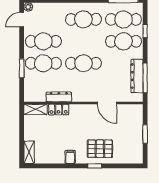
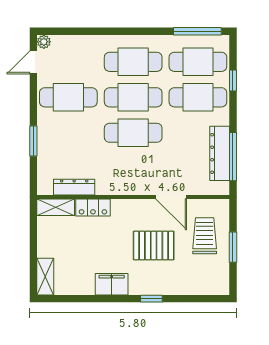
cafe table: (43, 63) -> (133, 97), moved
dresser: (59, 97) -> (74, 187), moved
trolley: (128, 127) -> (205, 236), added
pallet: (100, 149) -> (154, 246), moved
filing cabinet: (70, 157) -> (112, 284), width x2.00

